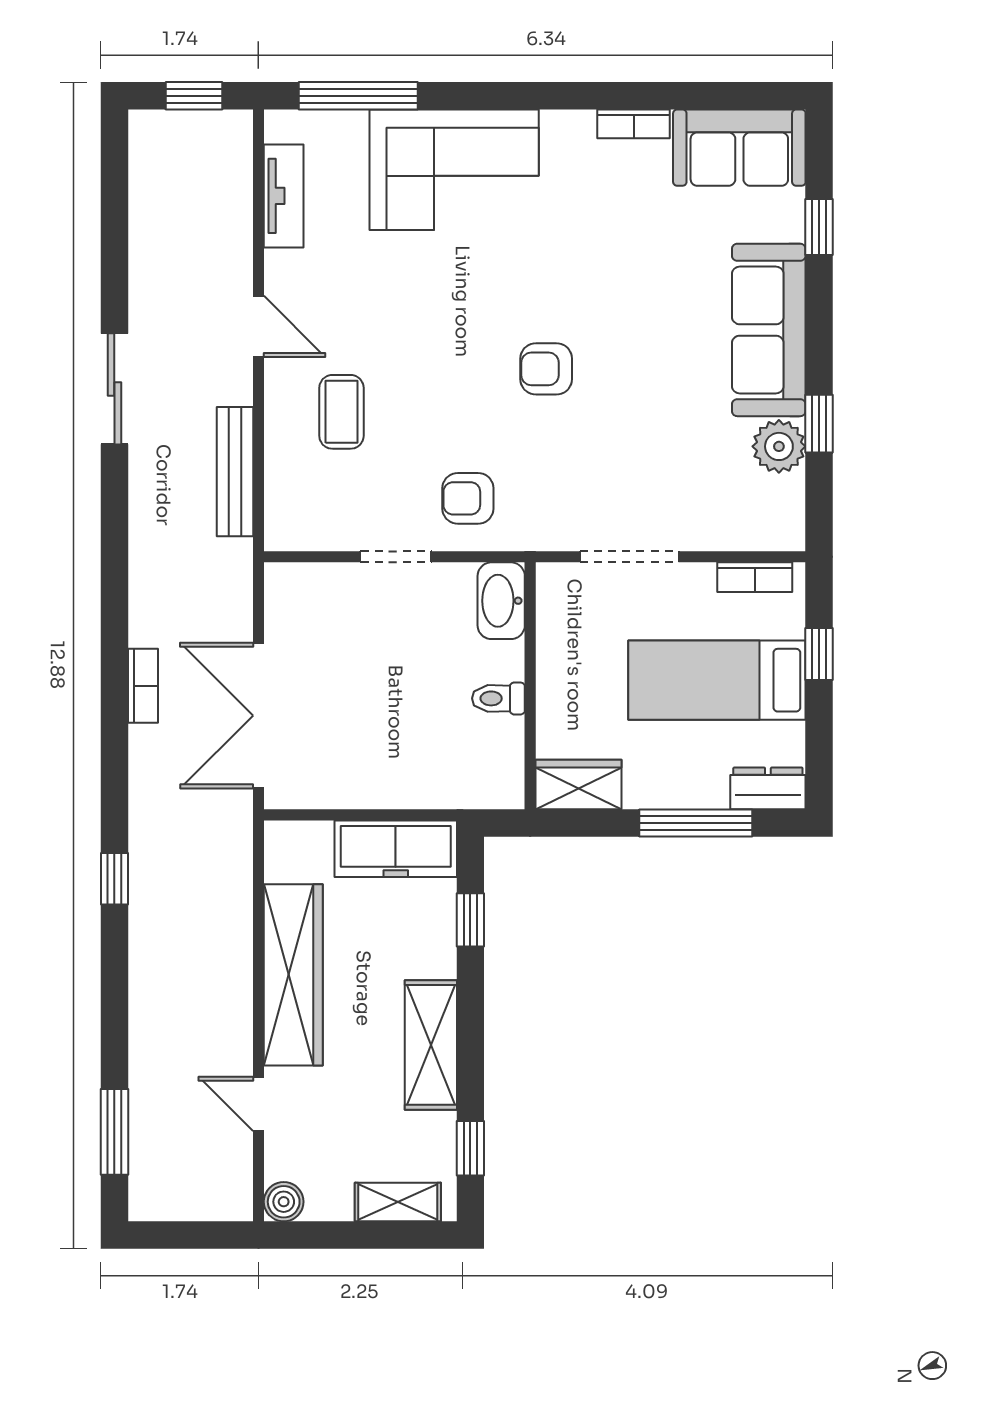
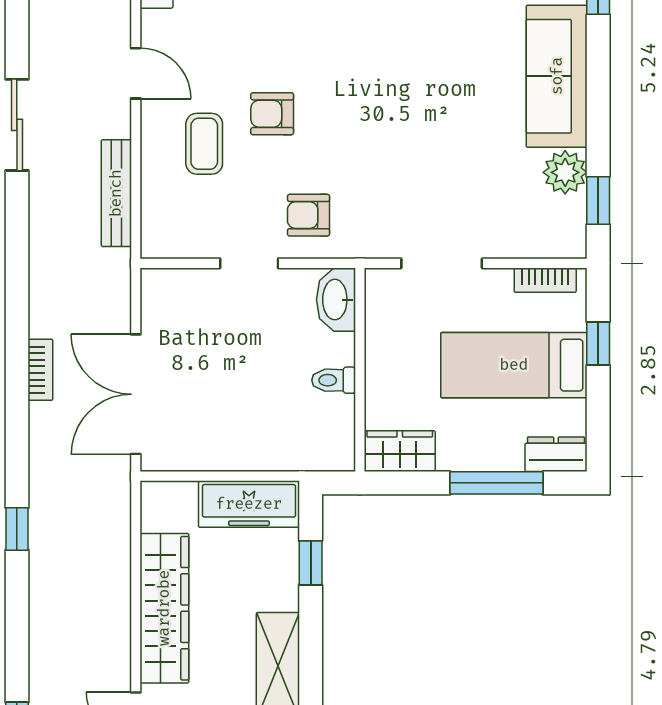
armchair: (546, 369) -> (272, 114), moved
window: (819, 424) -> (598, 201), moved

